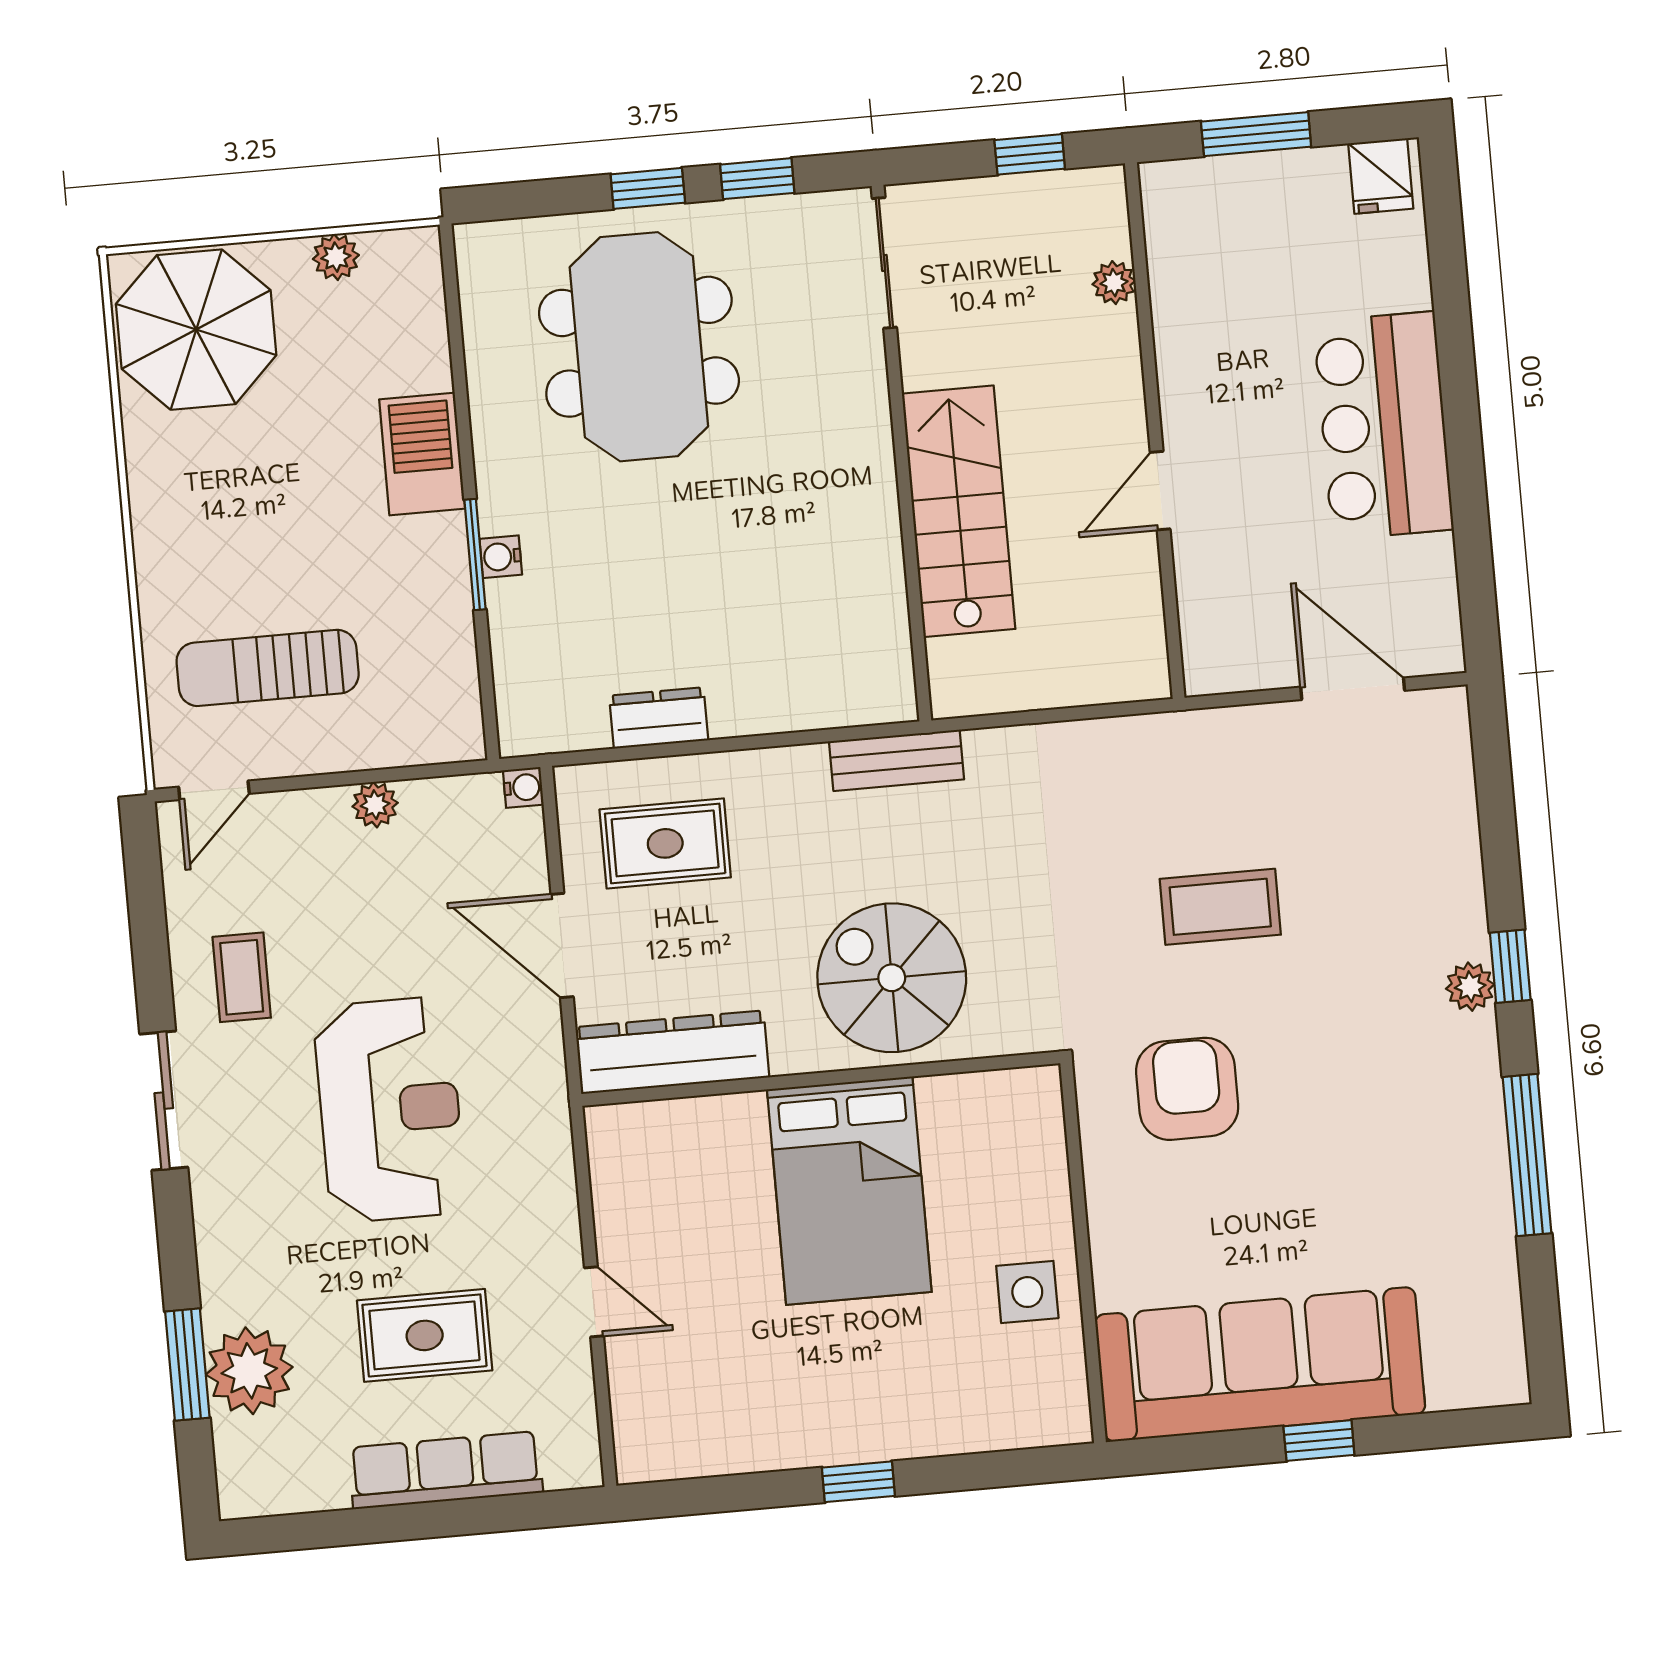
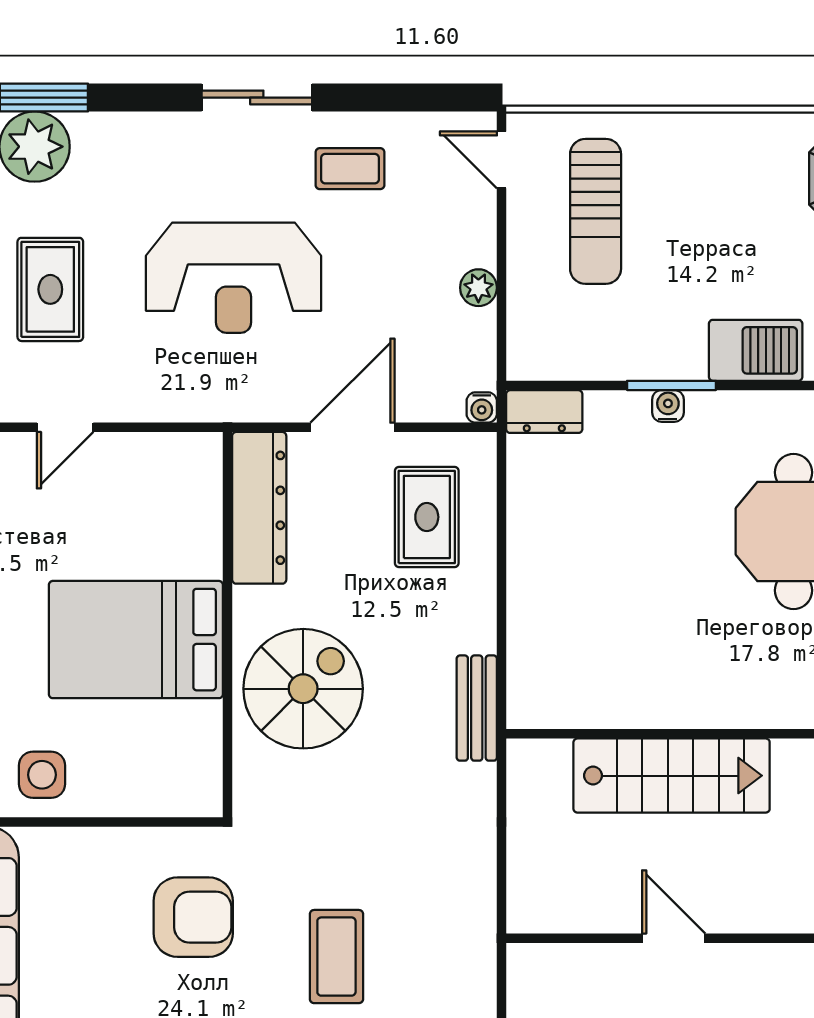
sun lounger: (268, 668) -> (596, 211), turned 180
dresser: (659, 718) -> (544, 412), moved, turned 90

